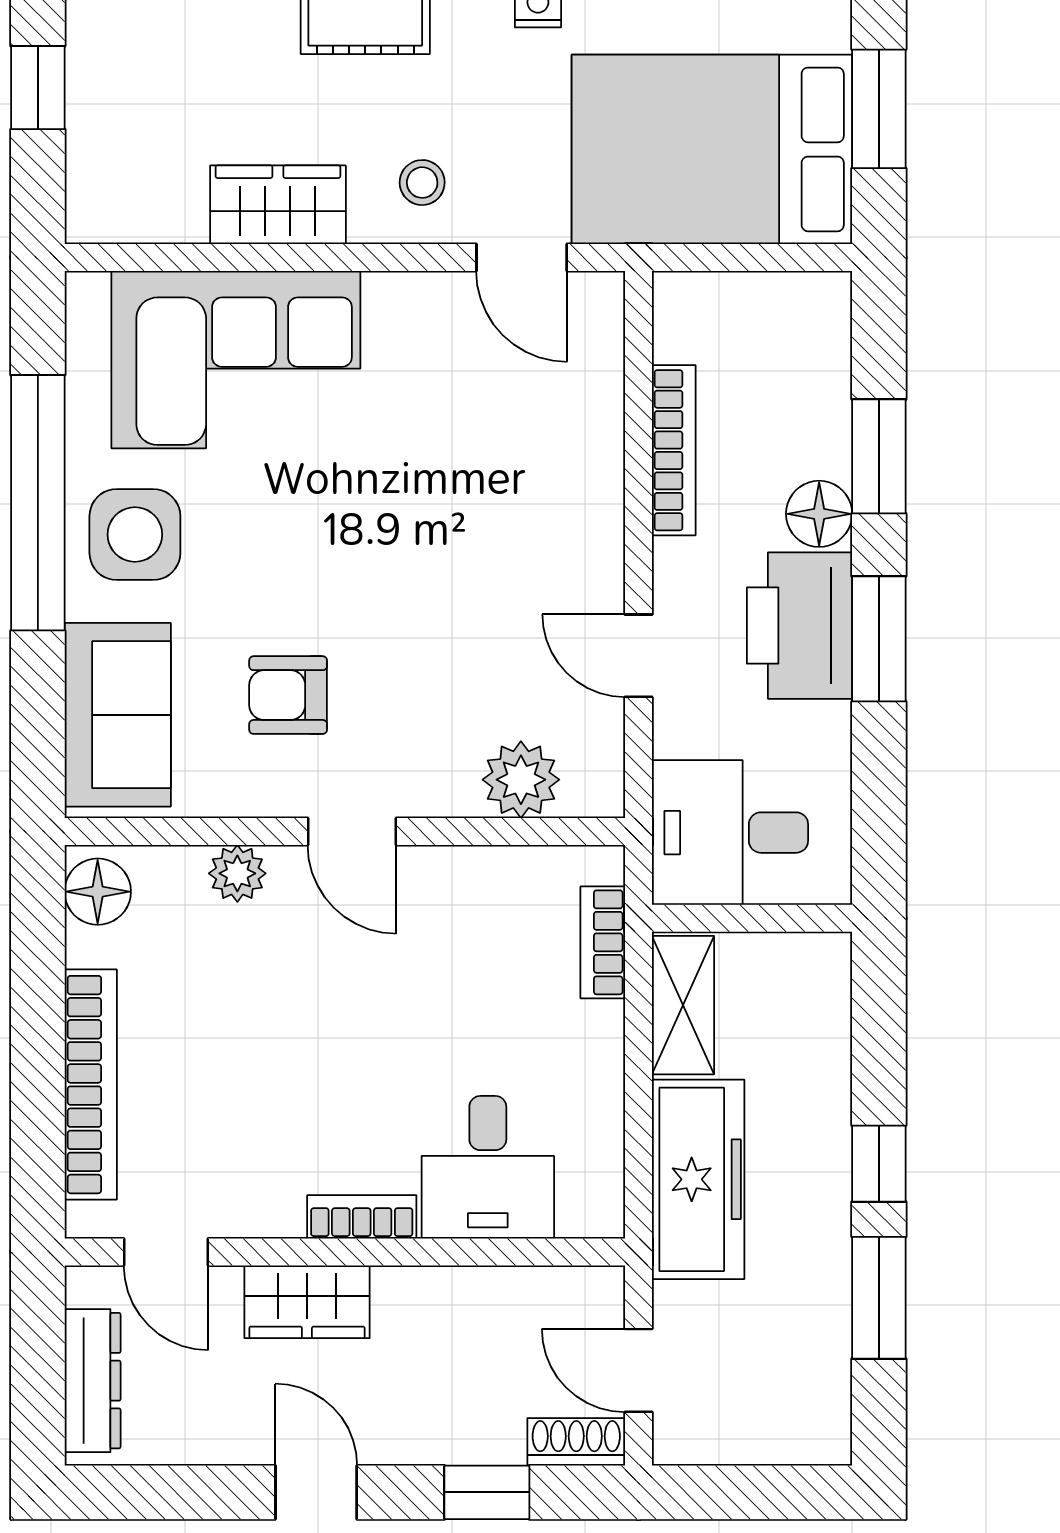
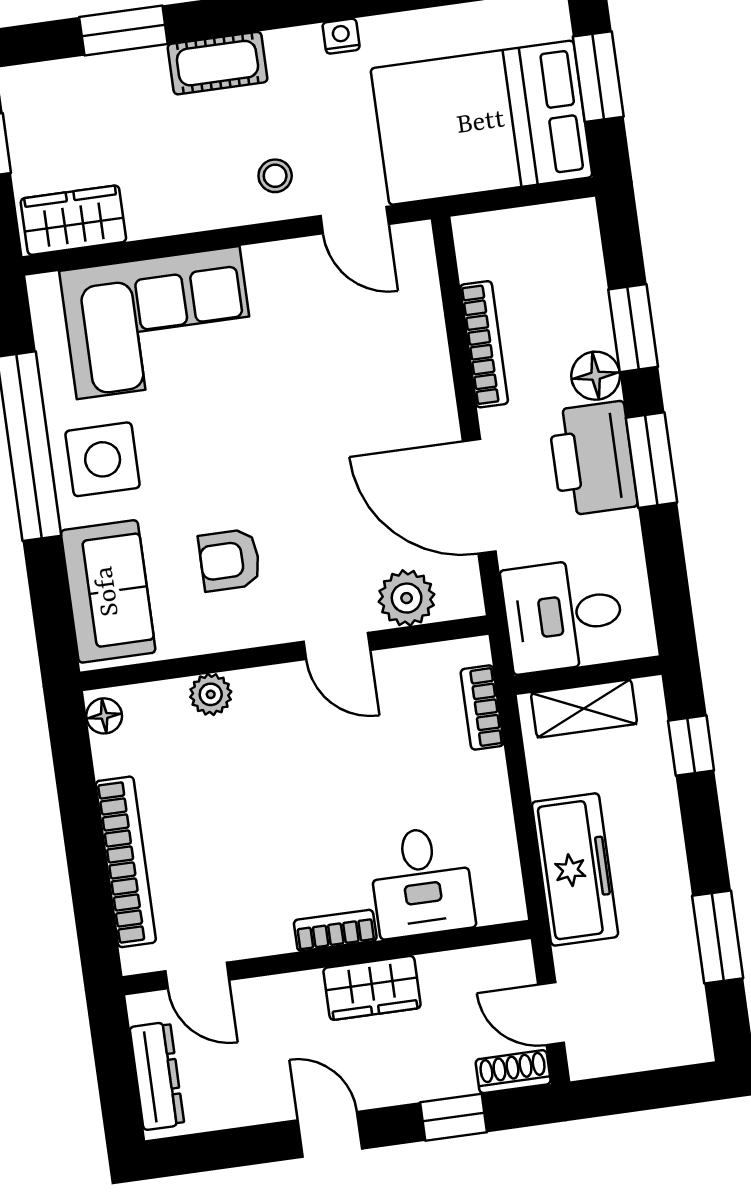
wardrobe: (278, 205) -> (73, 220), moved
door: (639, 656) -> (479, 496), width x1.87
door: (352, 832) -> (337, 646), moved
floor lamp: (98, 892) -> (104, 716), width x0.73, depth x0.73
shelving: (683, 1005) -> (584, 708), moved, turned 90
window: (879, 1164) -> (691, 746), moved
wardrobe: (307, 1302) -> (372, 988), moved

